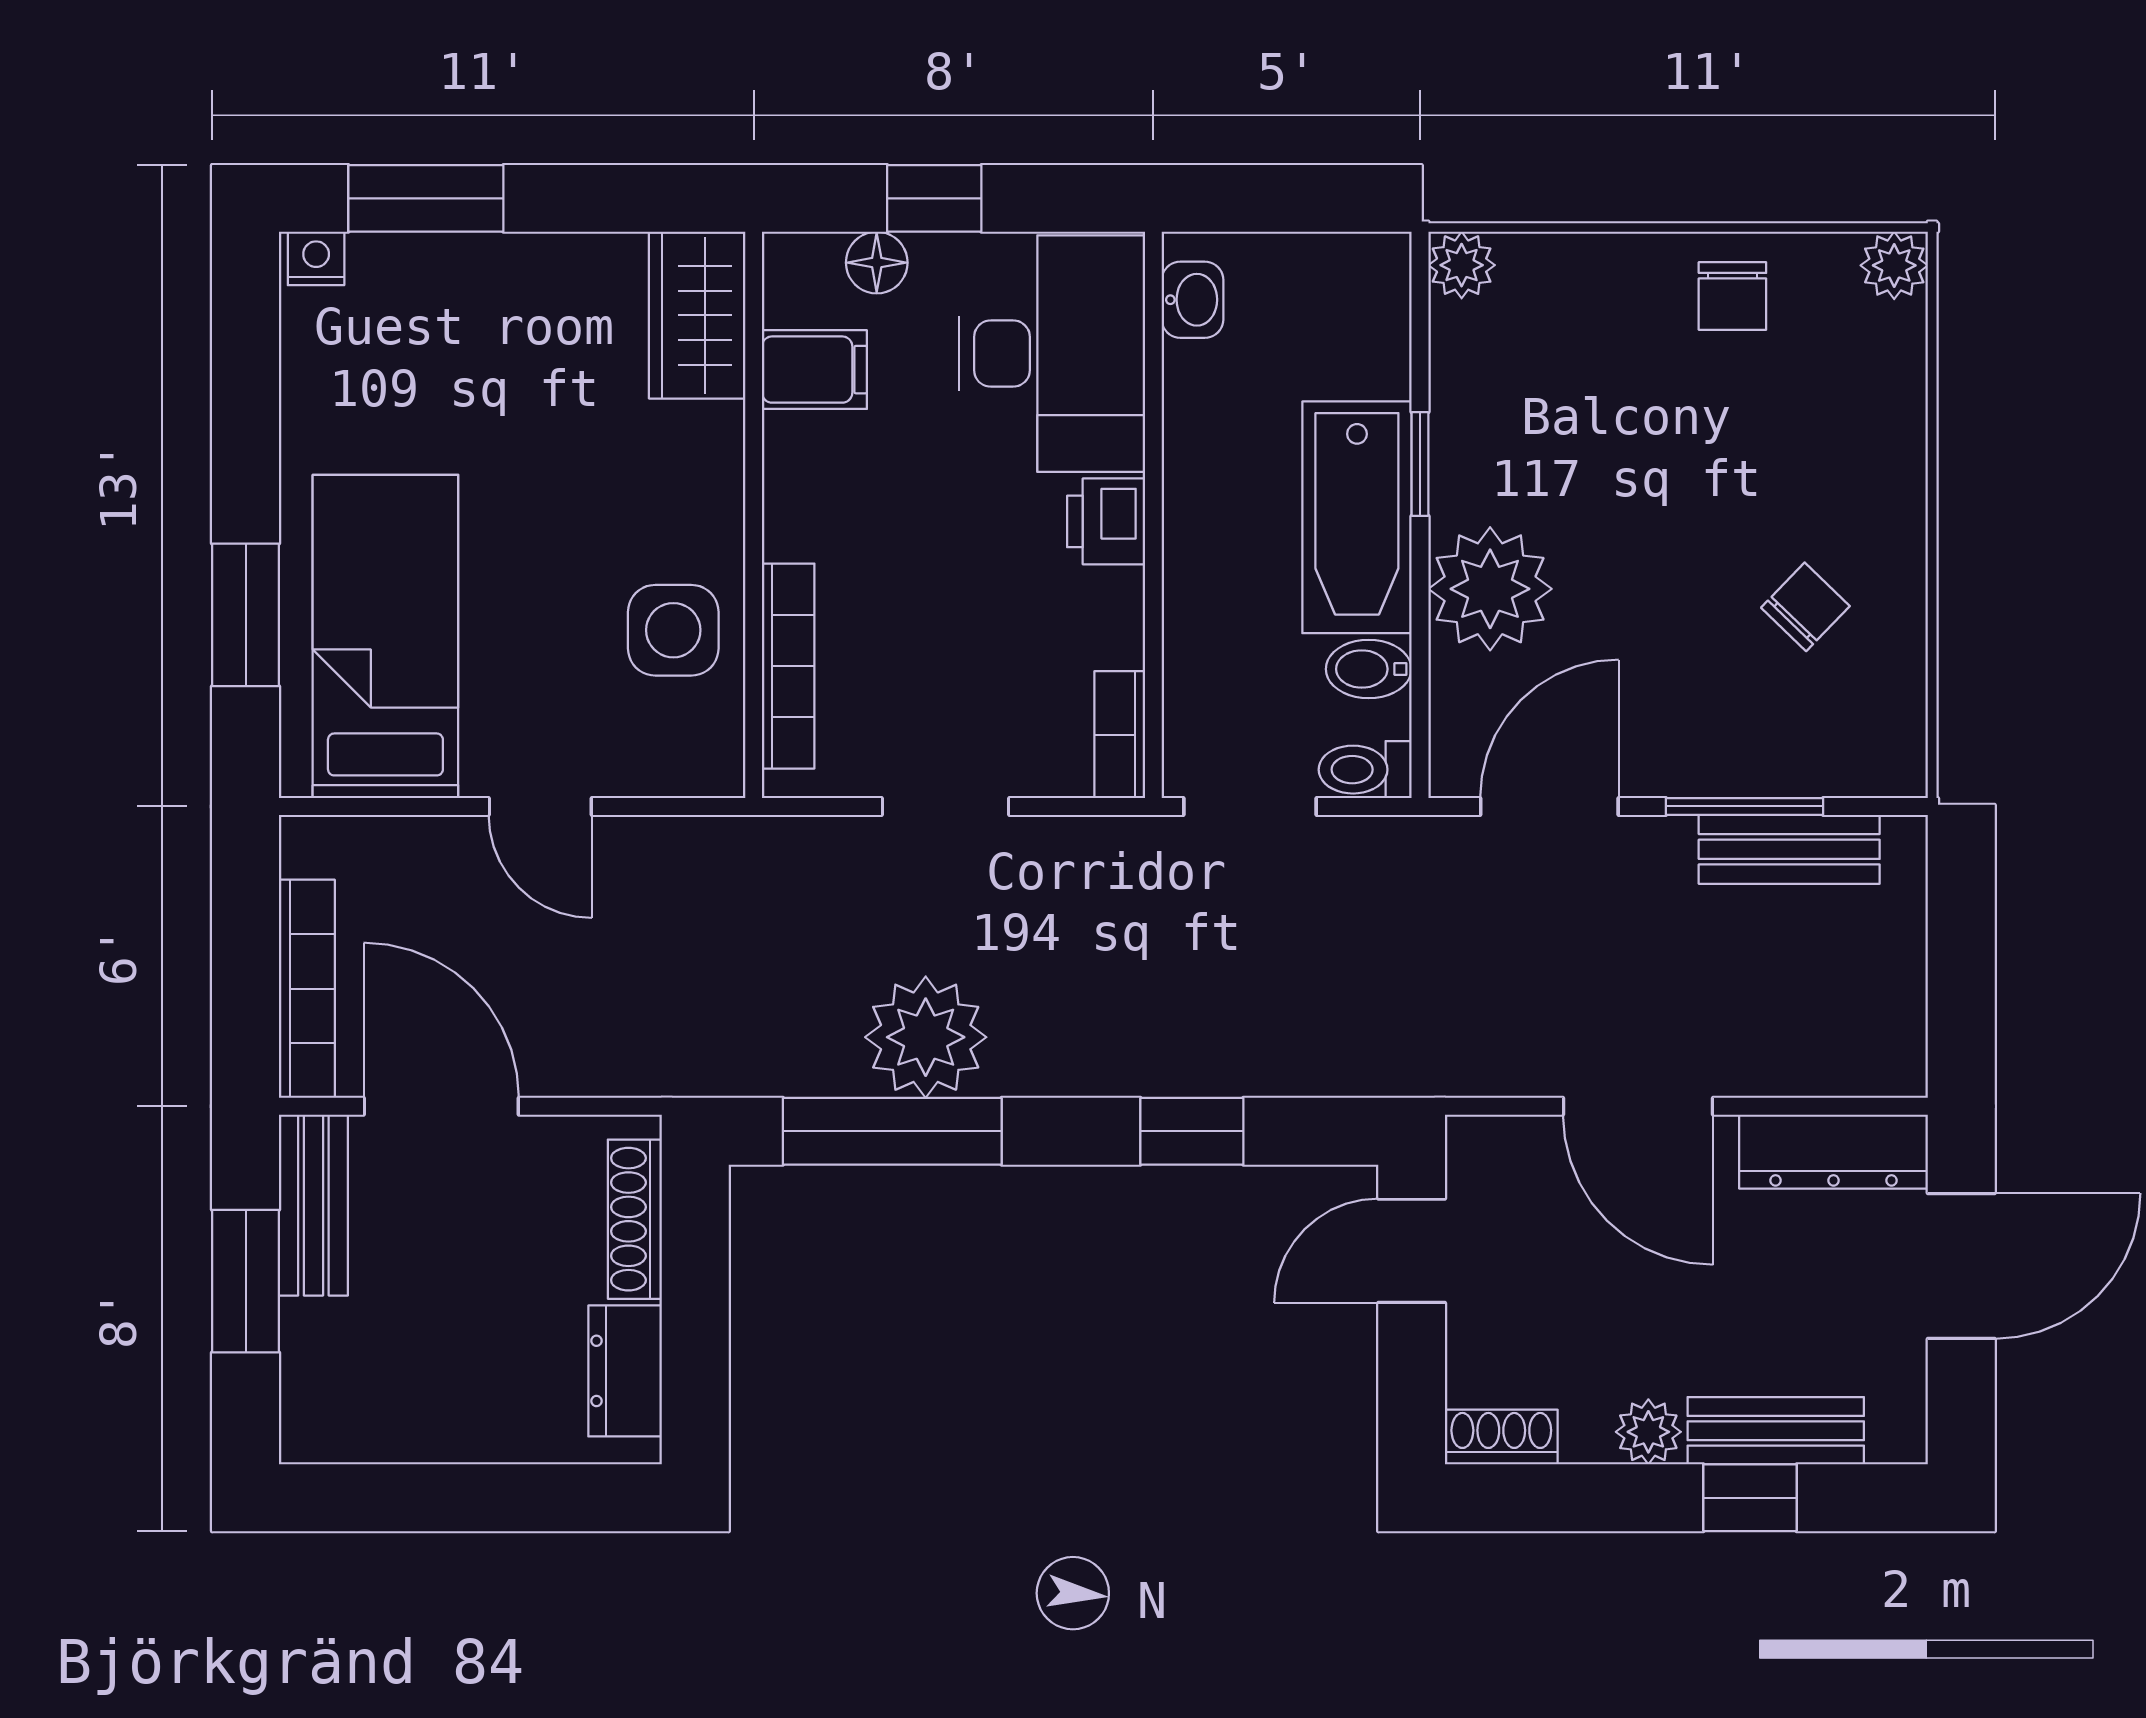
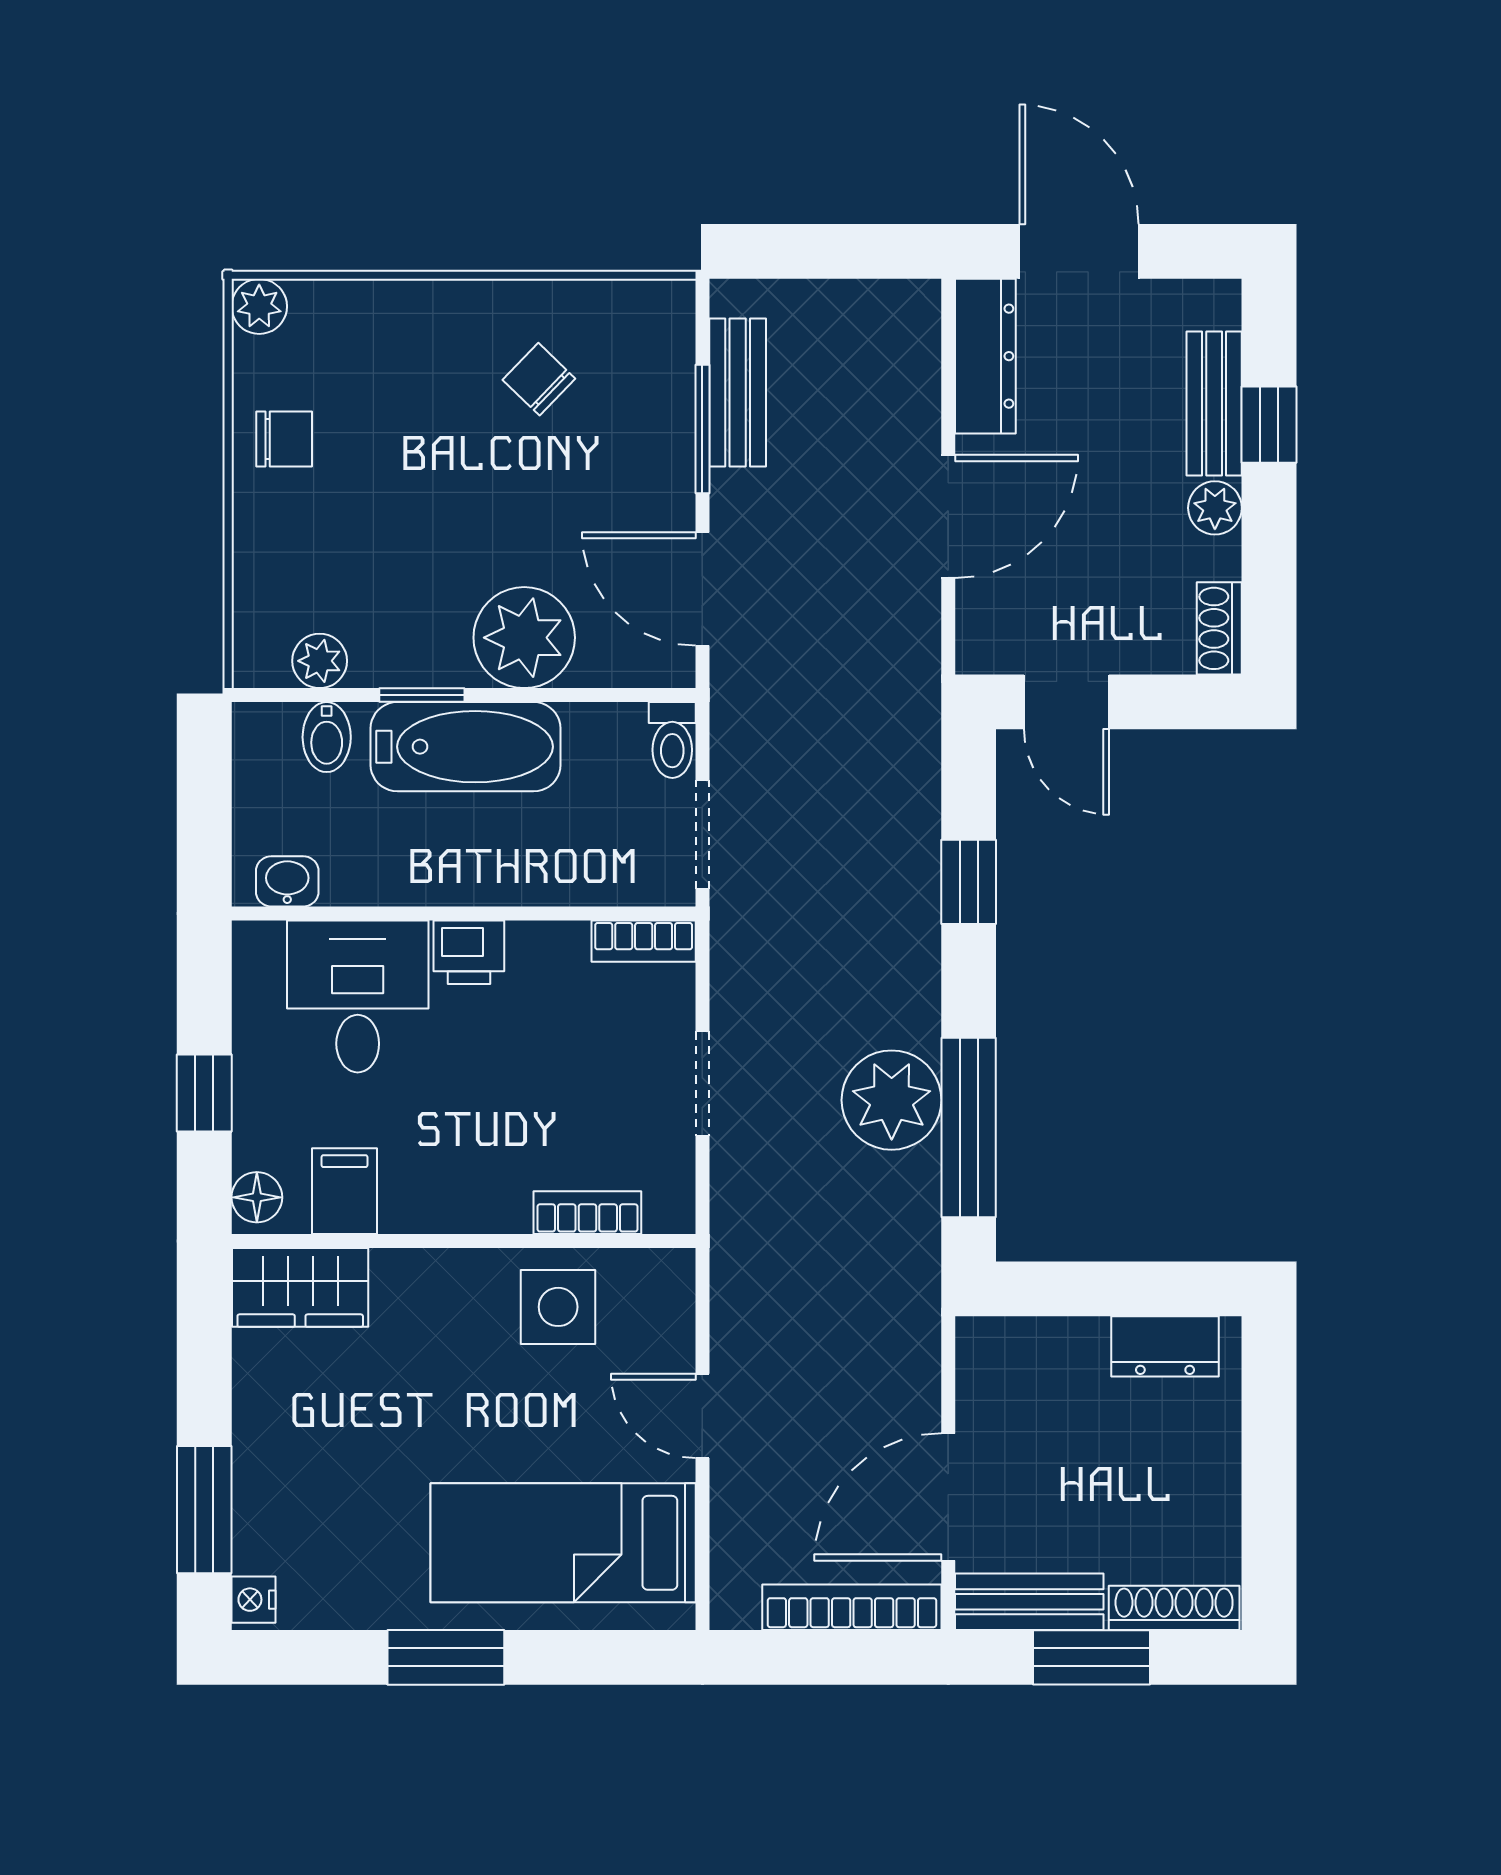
floor lamp: (877, 263) -> (257, 1197), moved
plant: (1462, 265) -> (320, 661), moved
desk: (1052, 354) -> (358, 996), width x0.73
window: (246, 615) -> (446, 1657), moved
bookcase: (788, 666) -> (587, 1213), width x0.64
bidet: (1369, 669) -> (327, 737), moved
door: (540, 806) -> (702, 1416), swing flipped
shoe rack: (635, 1219) -> (1174, 1608), moved, turned 180

